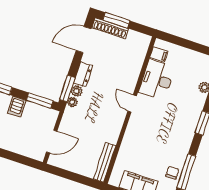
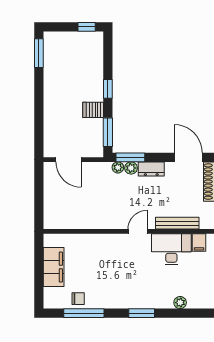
bench: (105, 162) -> (177, 223), moved

